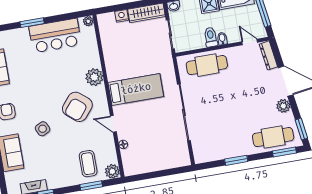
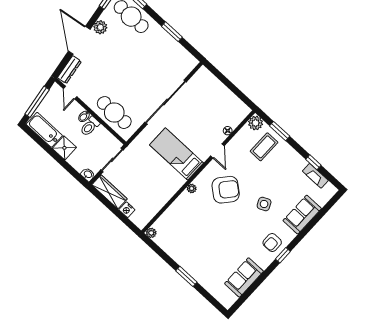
bar counter: (55, 36) -> (183, 250), removed
plant: (94, 77) -> (192, 188), width x0.53, depth x0.53

